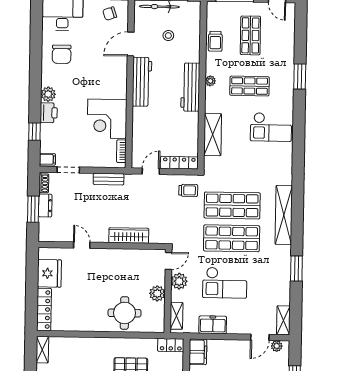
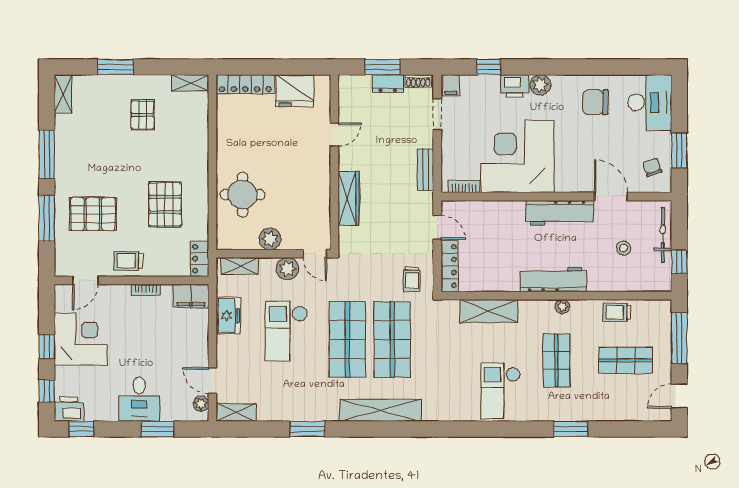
corner desk: (107, 119) -> (518, 156), width x1.36, depth x1.36

